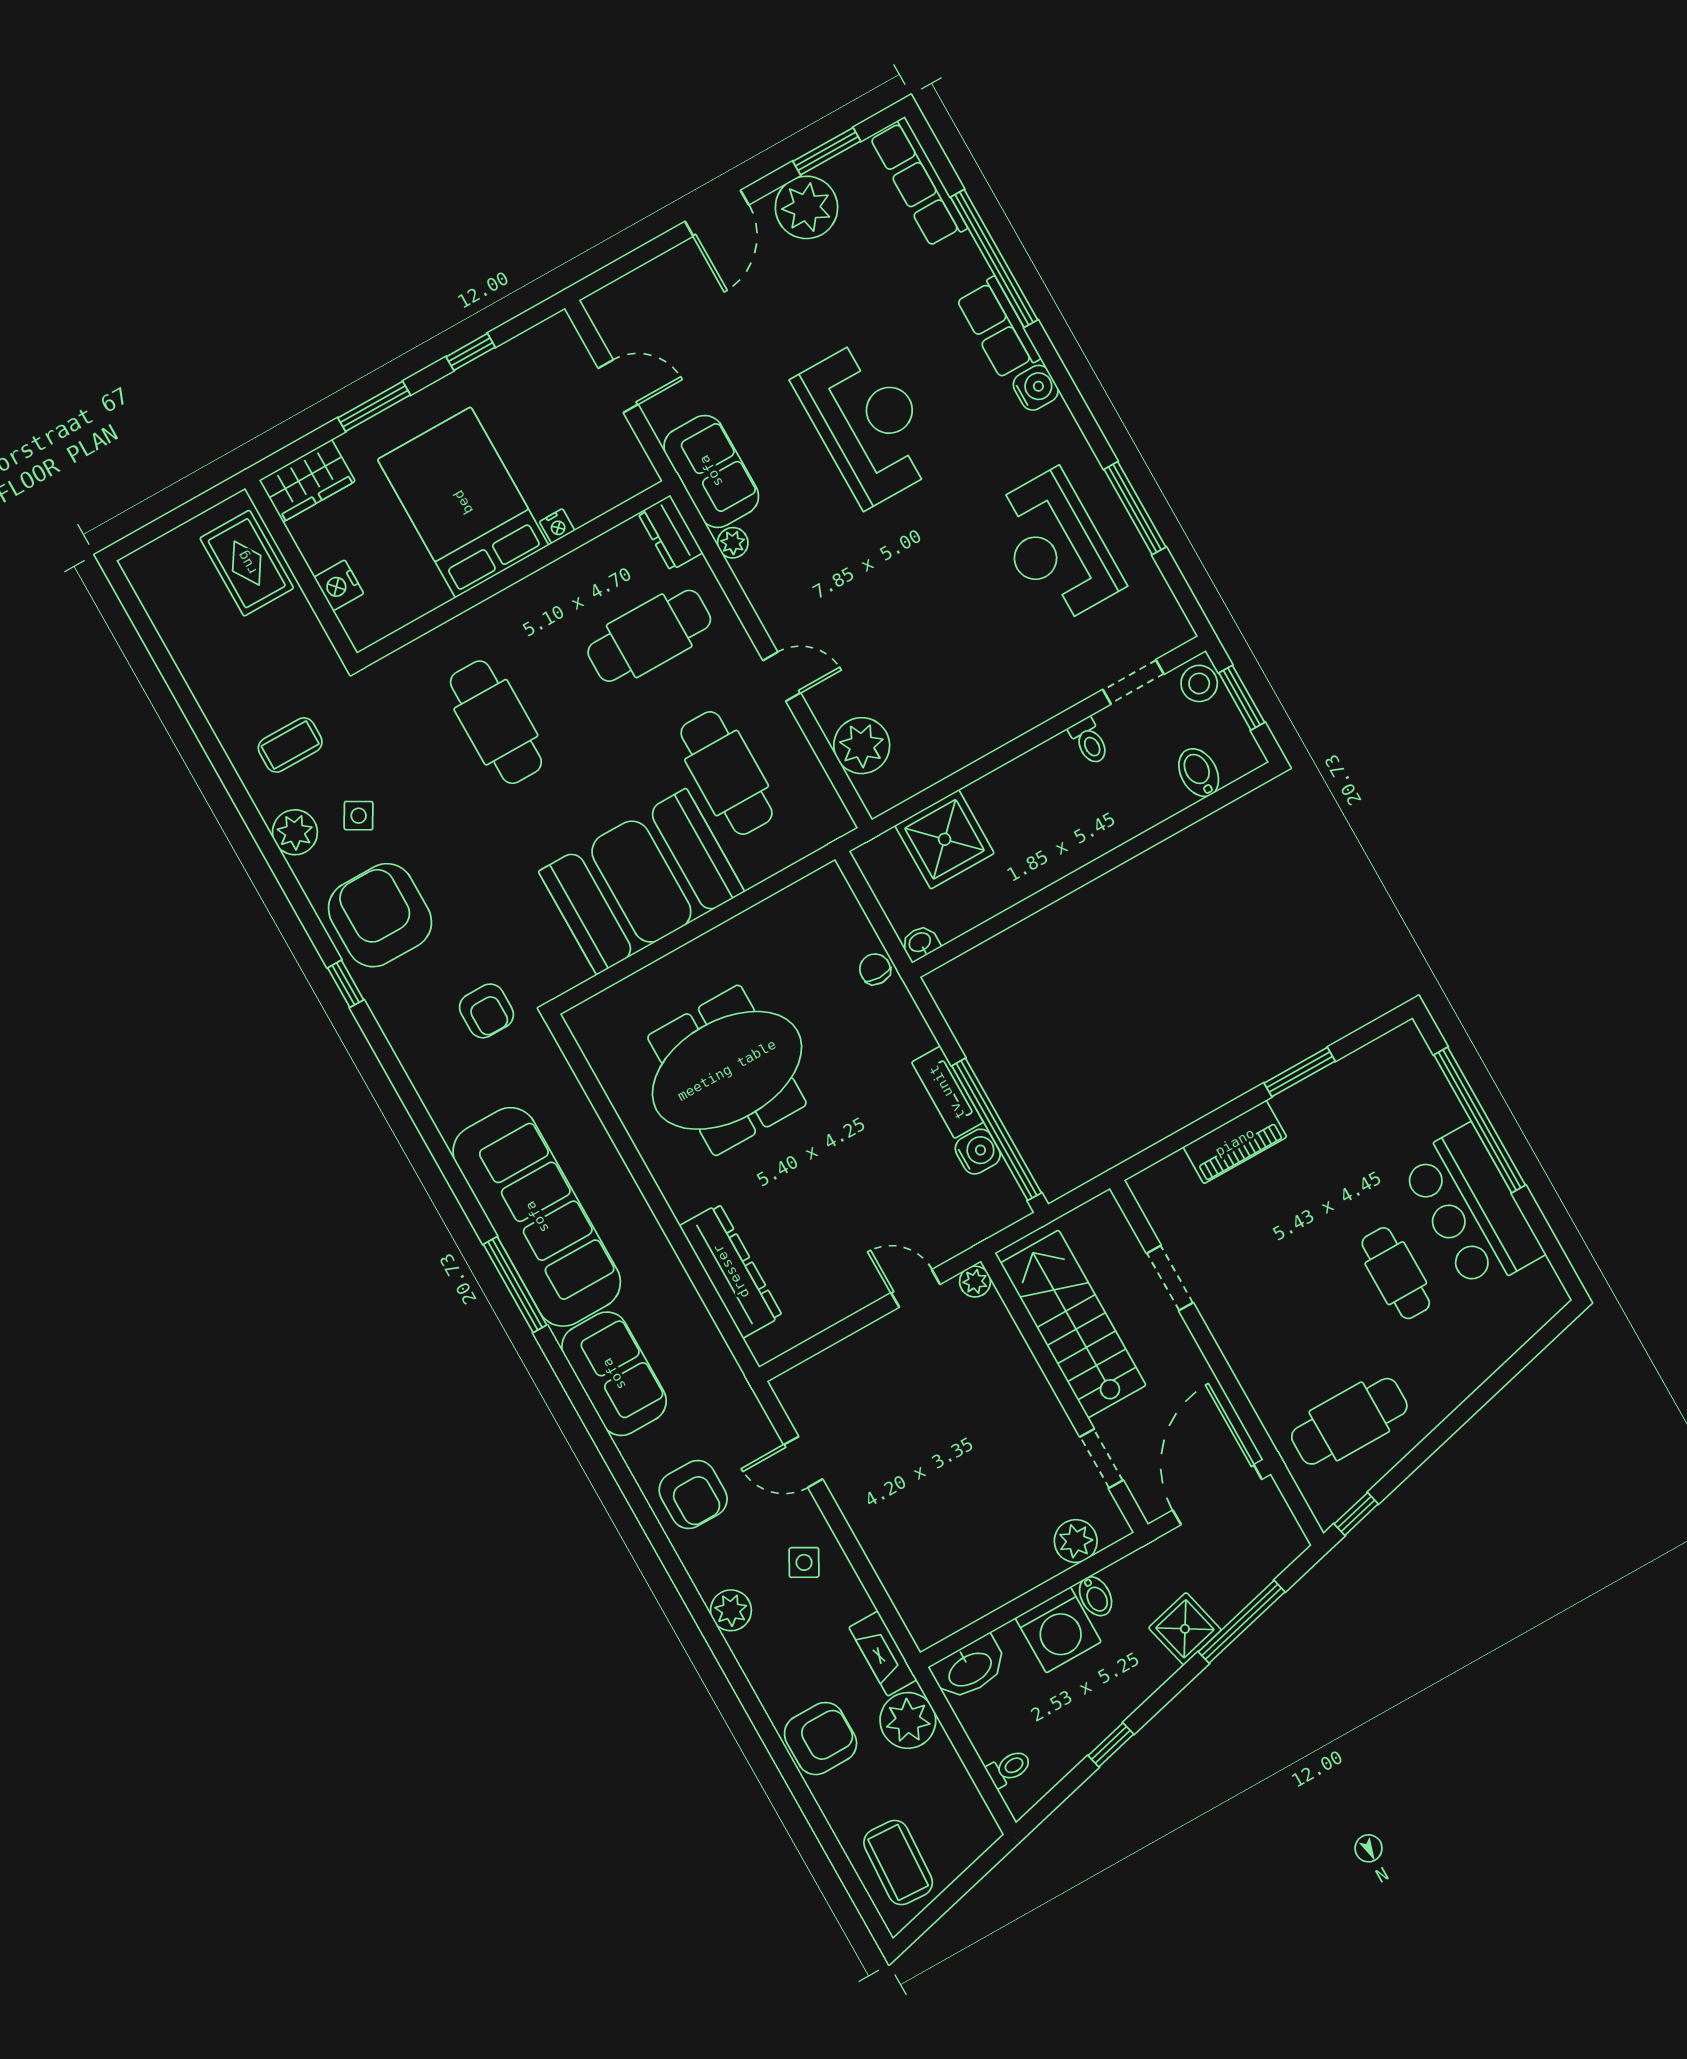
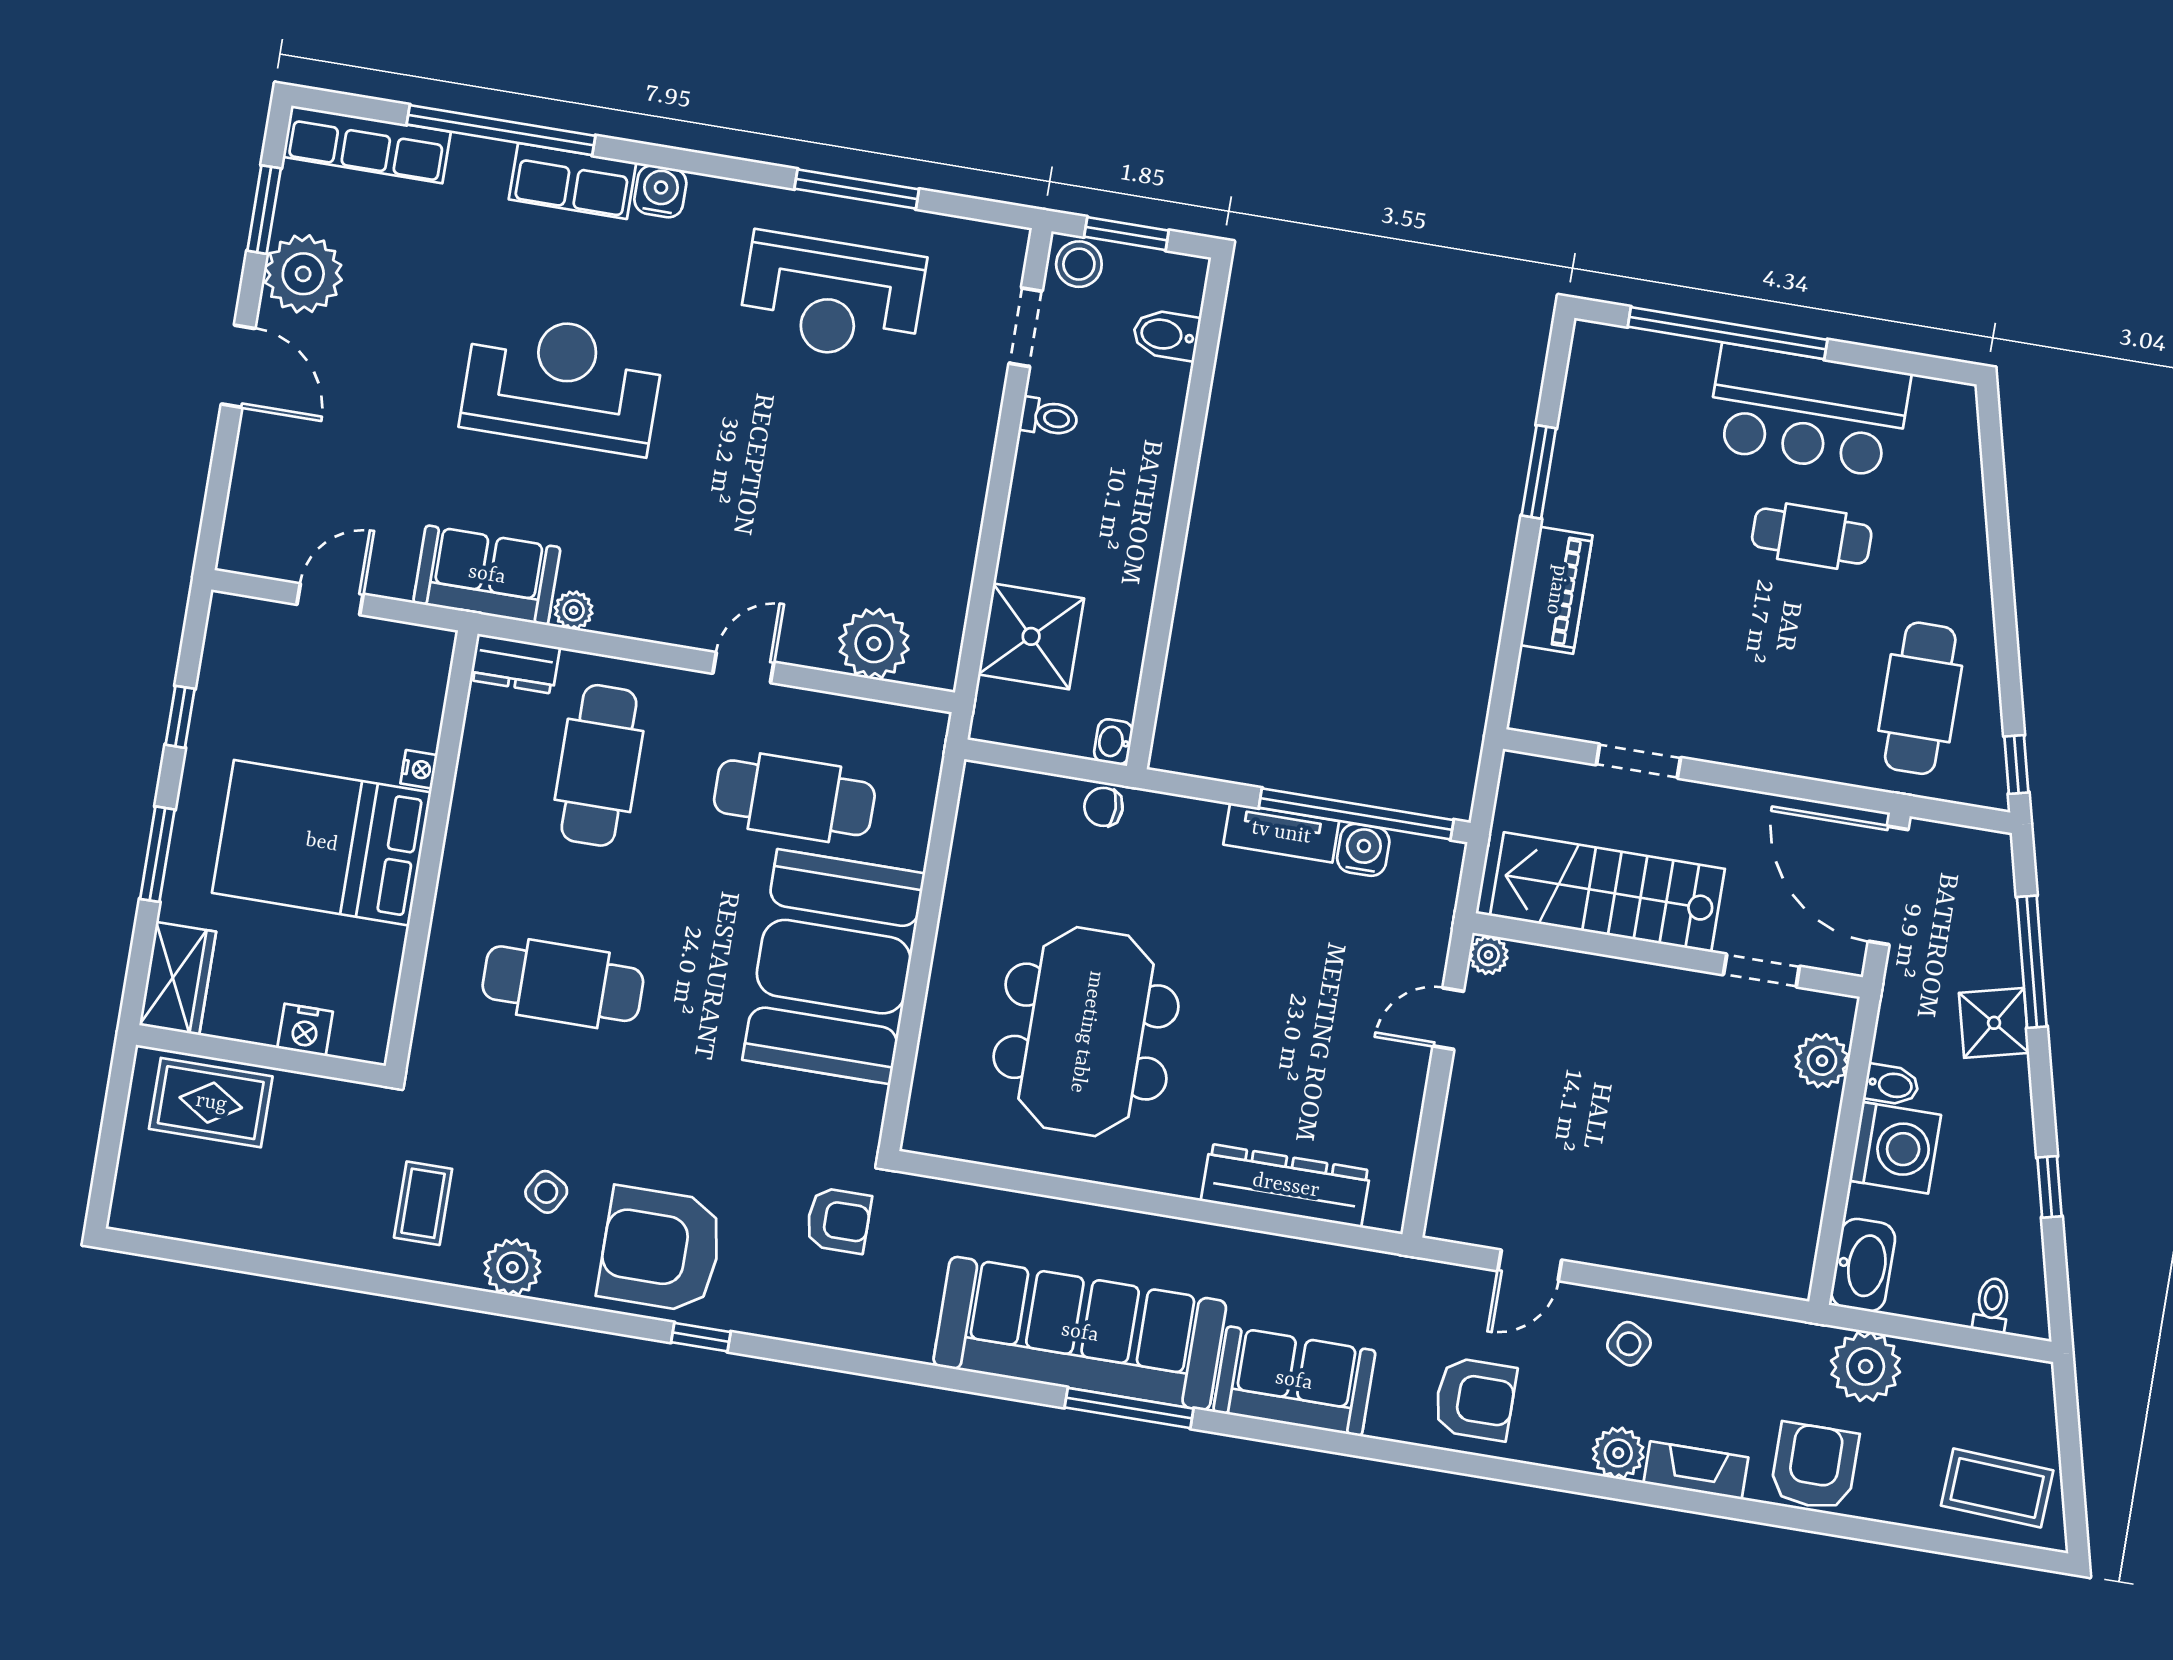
fireplace: (883, 1654) -> (1696, 1470), moved, turned 180

